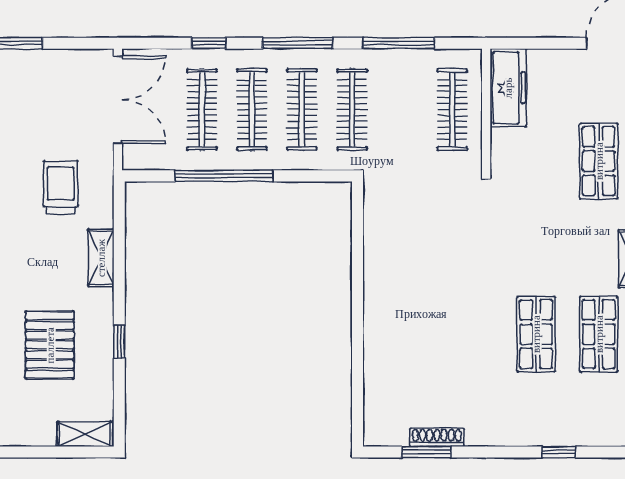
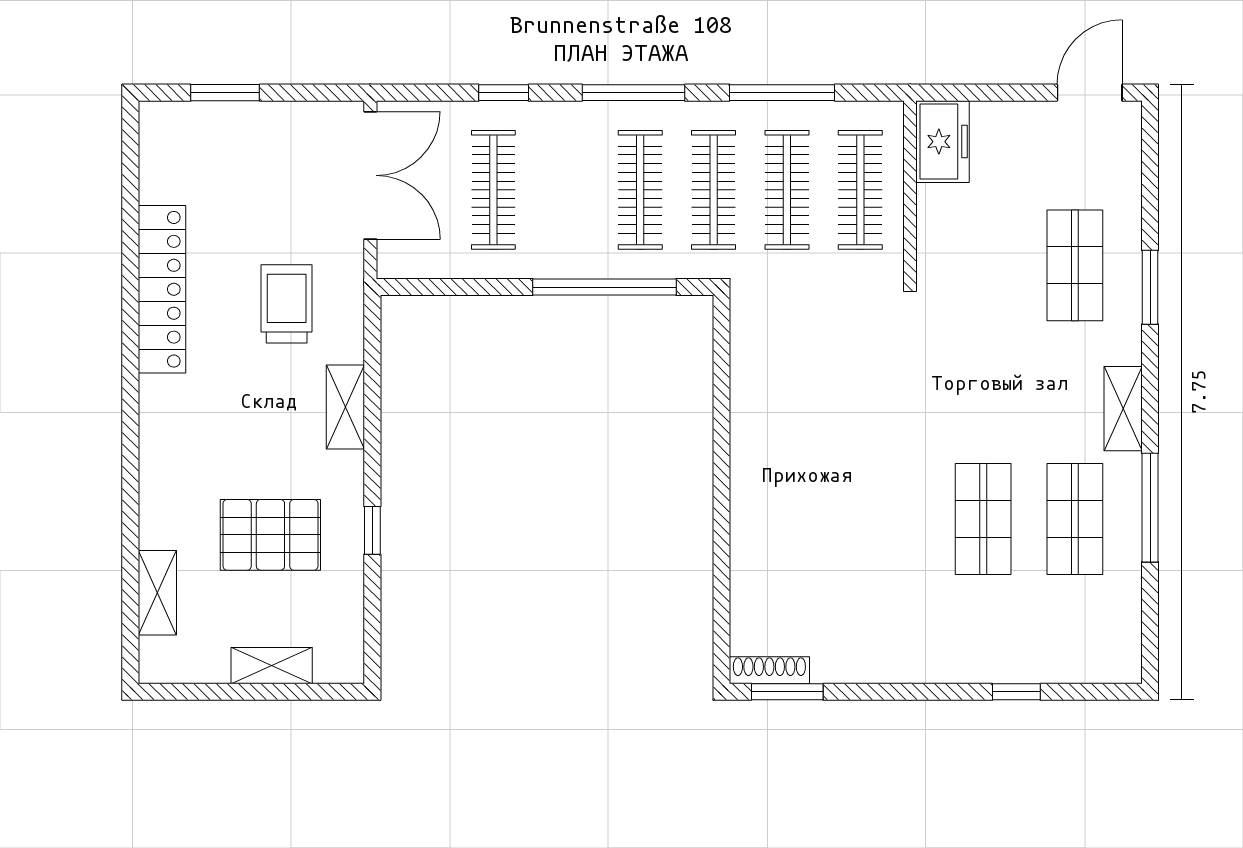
freezer: (508, 88) -> (943, 142), width x0.71
clothes rail: (252, 110) -> (787, 190), moved
window: (224, 176) -> (604, 287), moved
pallet: (50, 345) -> (270, 535), turned 90
shelving: (85, 434) -> (272, 666), moved
shoe rack: (437, 437) -> (769, 670), moved
window: (426, 452) -> (787, 692), moved

